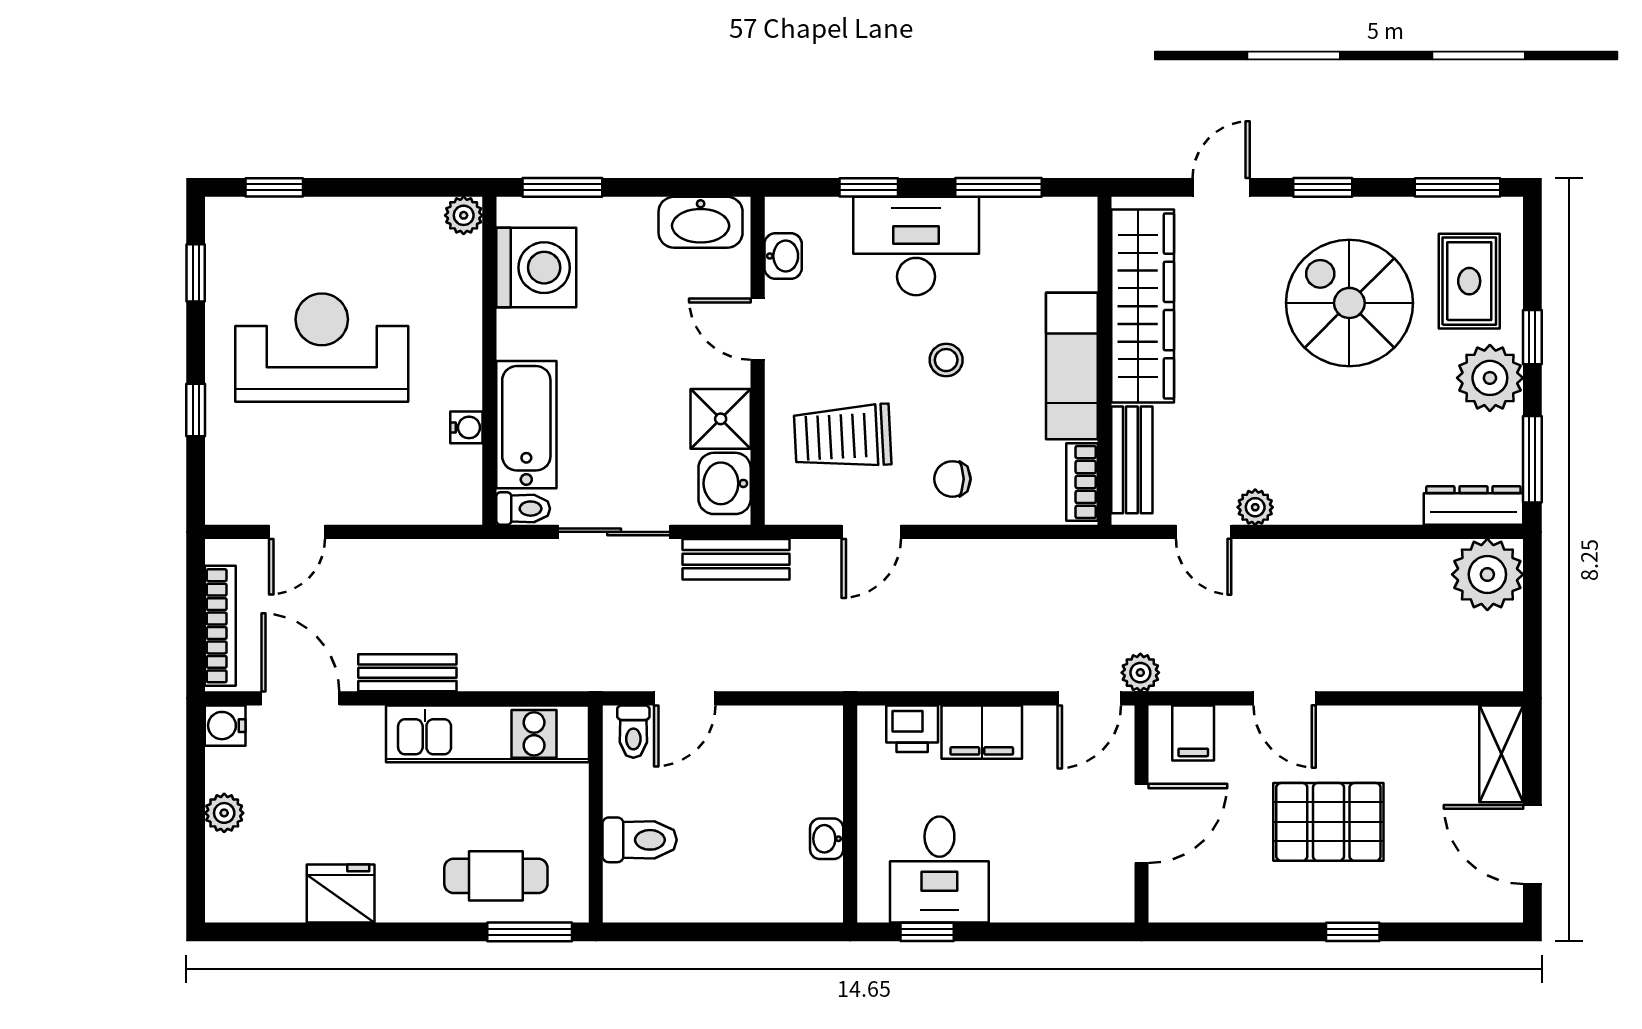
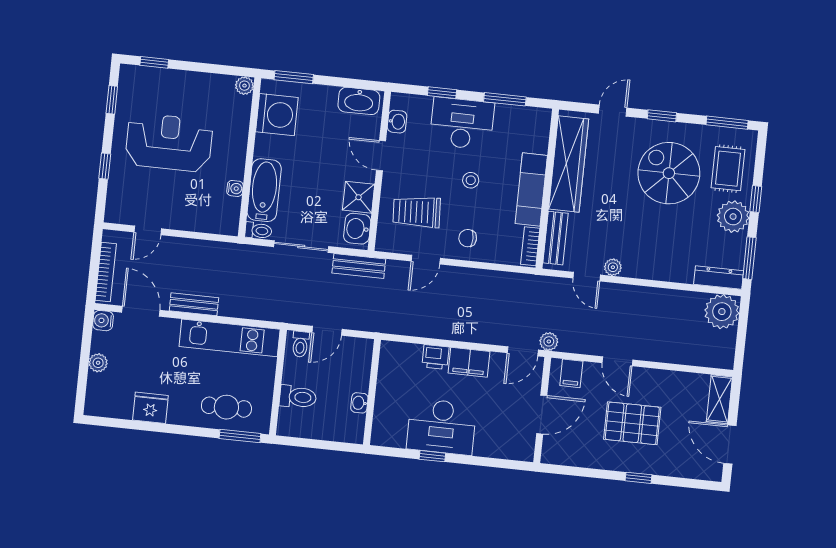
wall: (850, 814) -> (372, 392), moved
washbasin: (827, 839) -> (359, 403), moved
desk: (939, 870) -> (442, 427), width x1.37

